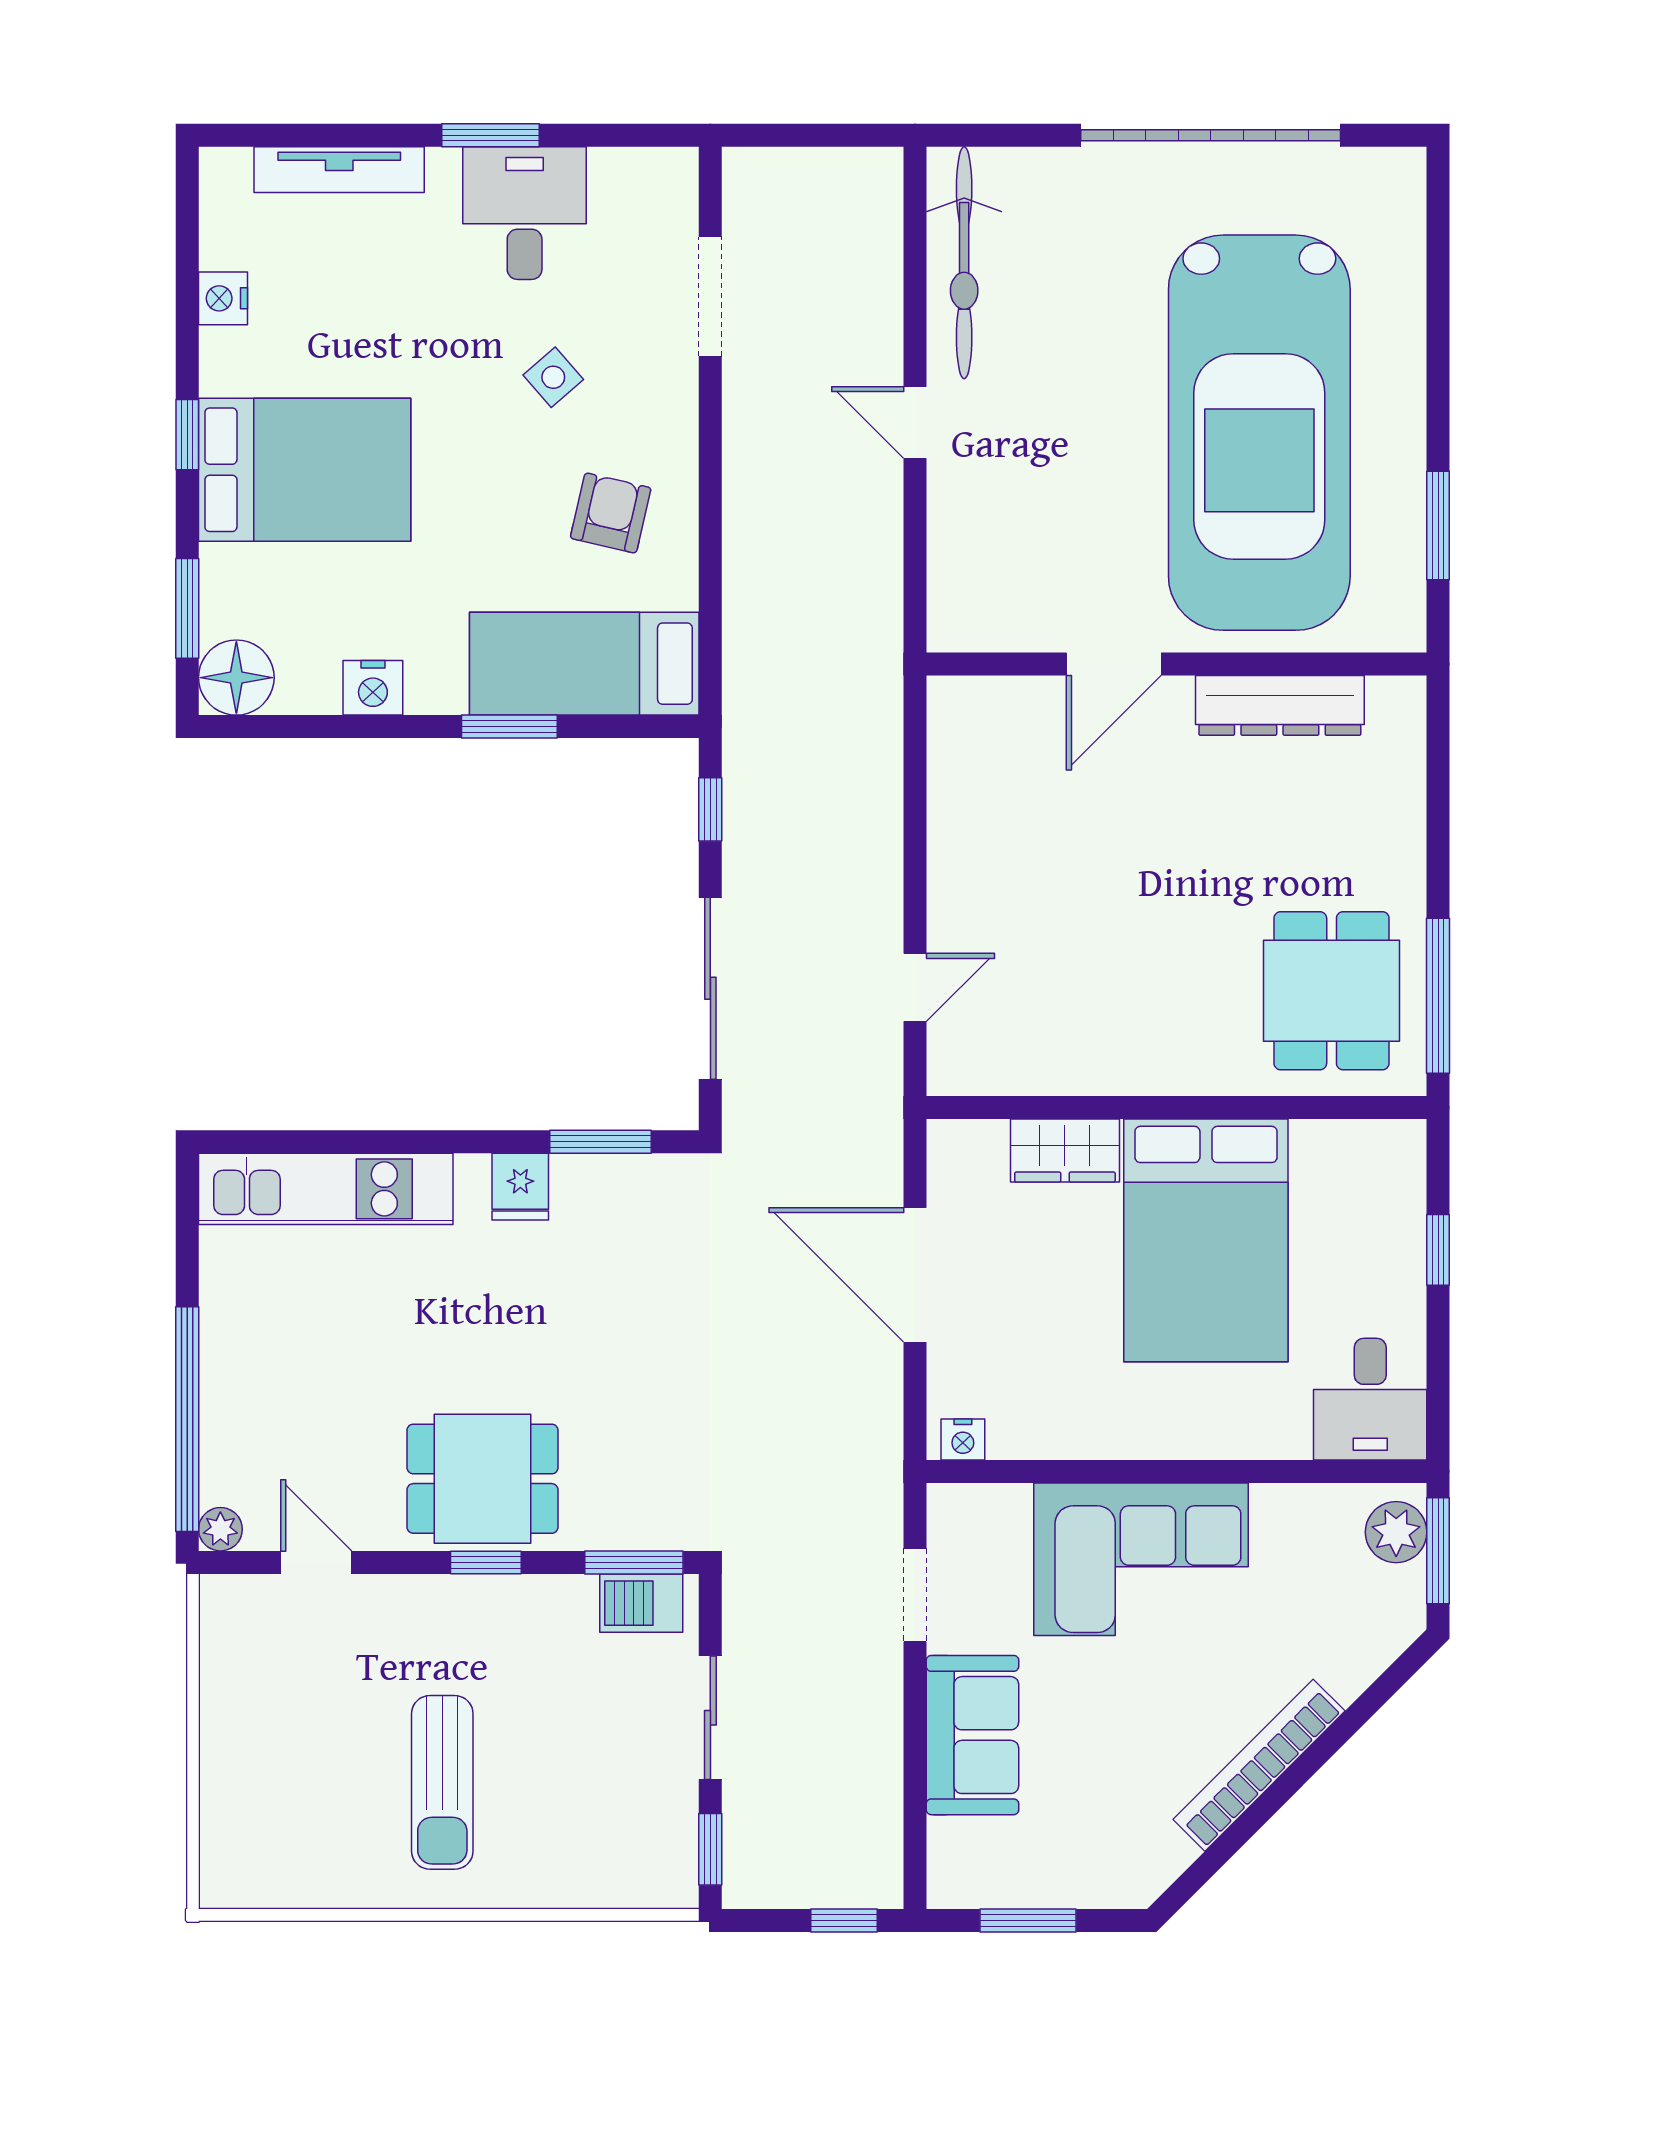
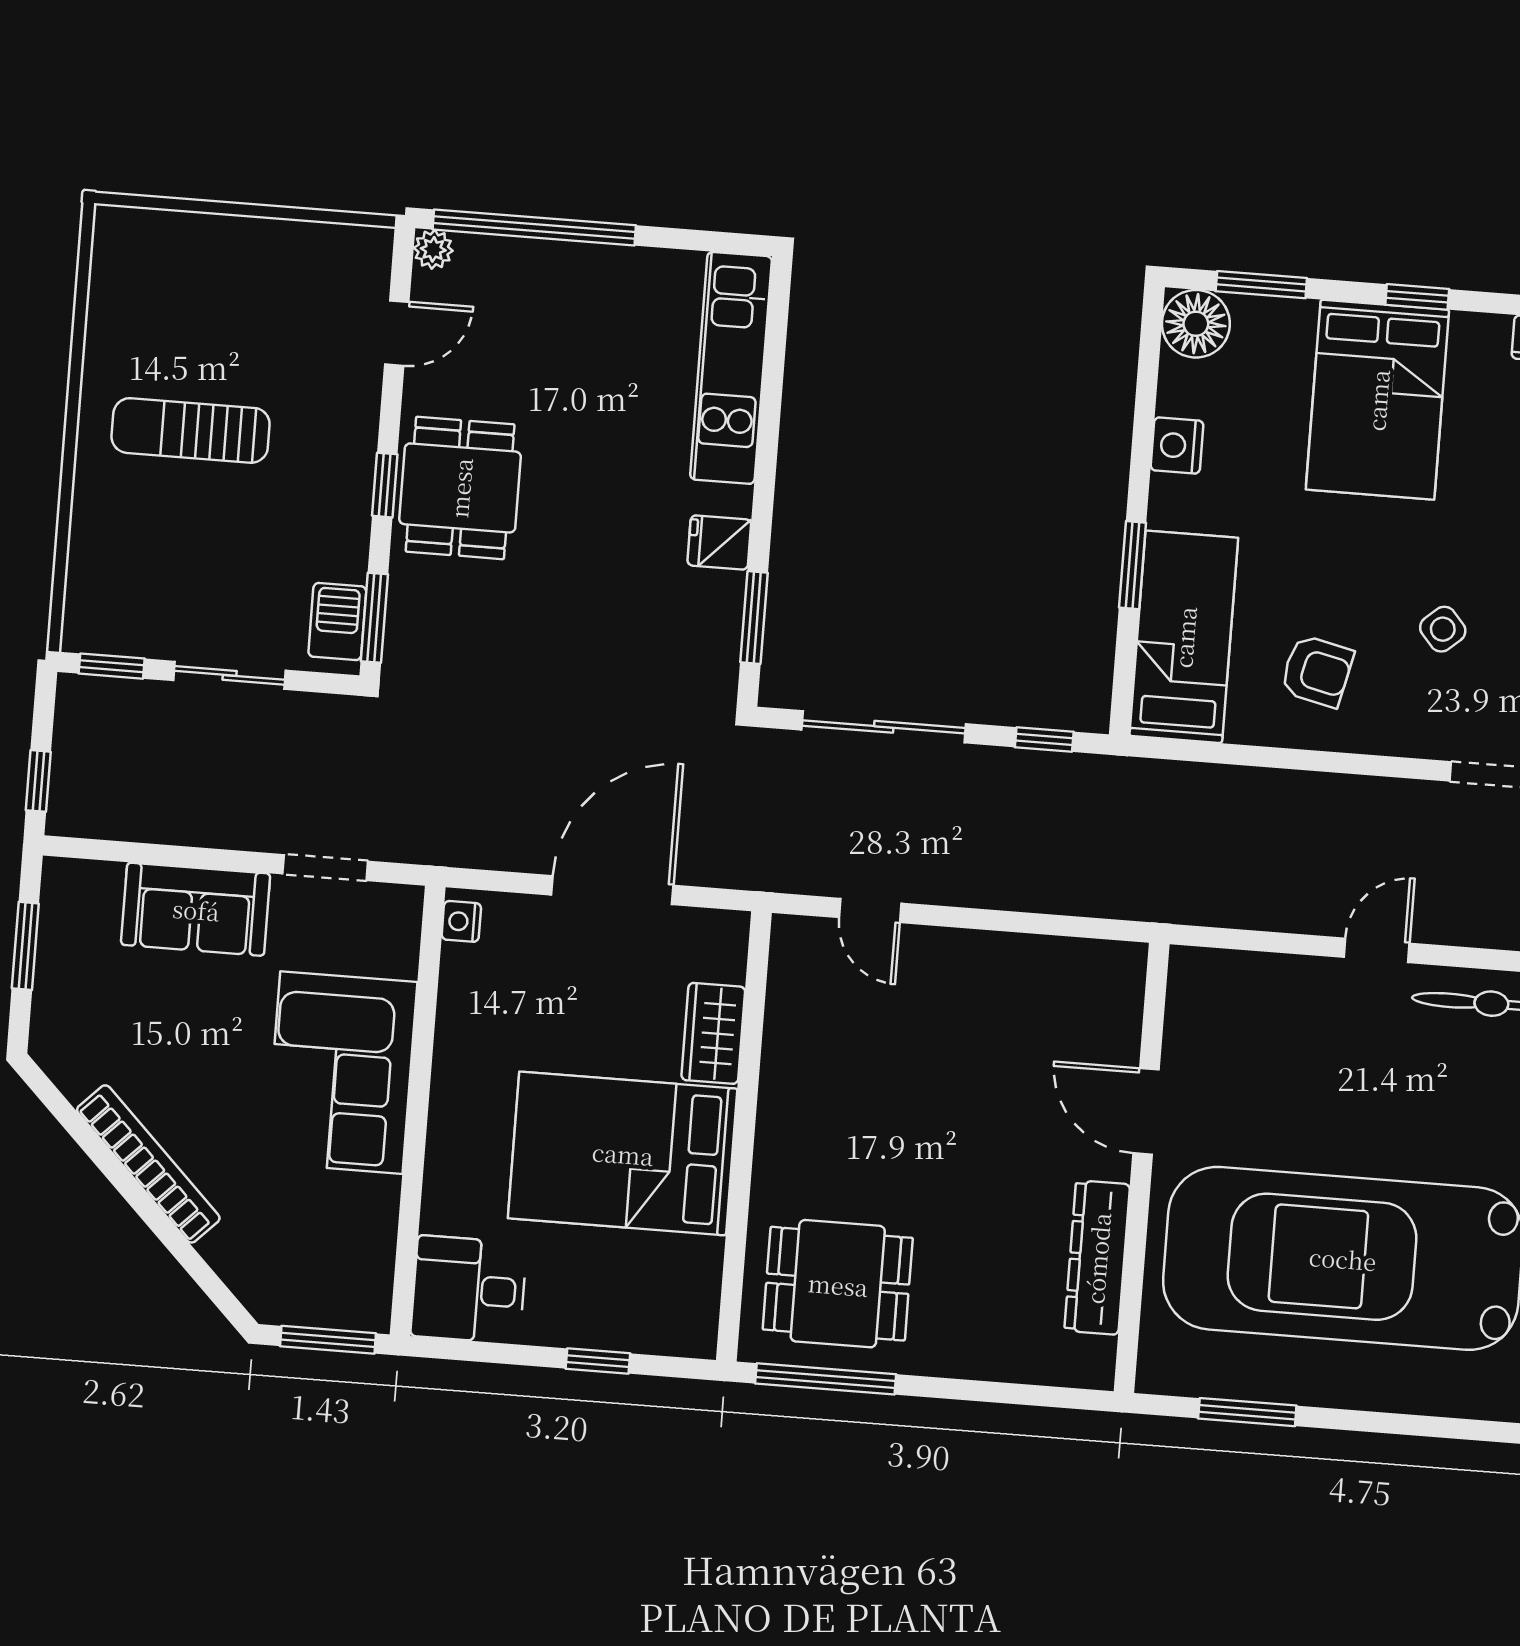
plant: (1396, 1532) -> (348, 1303), removed

